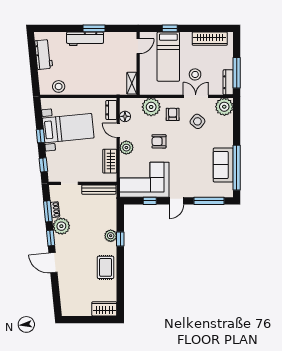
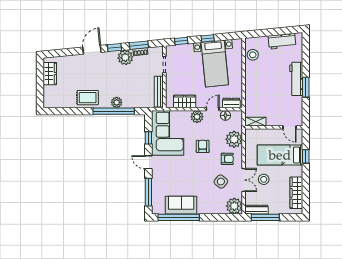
window: (120, 239) -> (114, 111), width x3.17
wardrobe: (104, 309) -> (50, 74), moved

